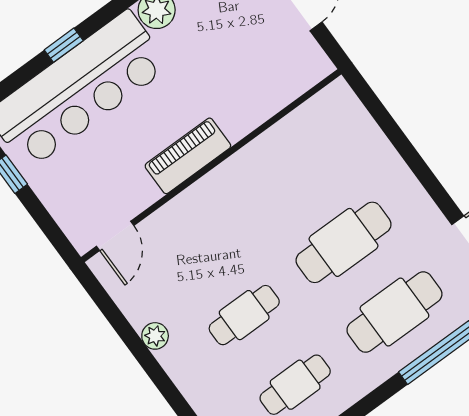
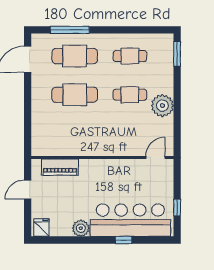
piano: (188, 156) -> (60, 167), moved
plant: (155, 336) -> (162, 106), width x1.88, depth x1.88

